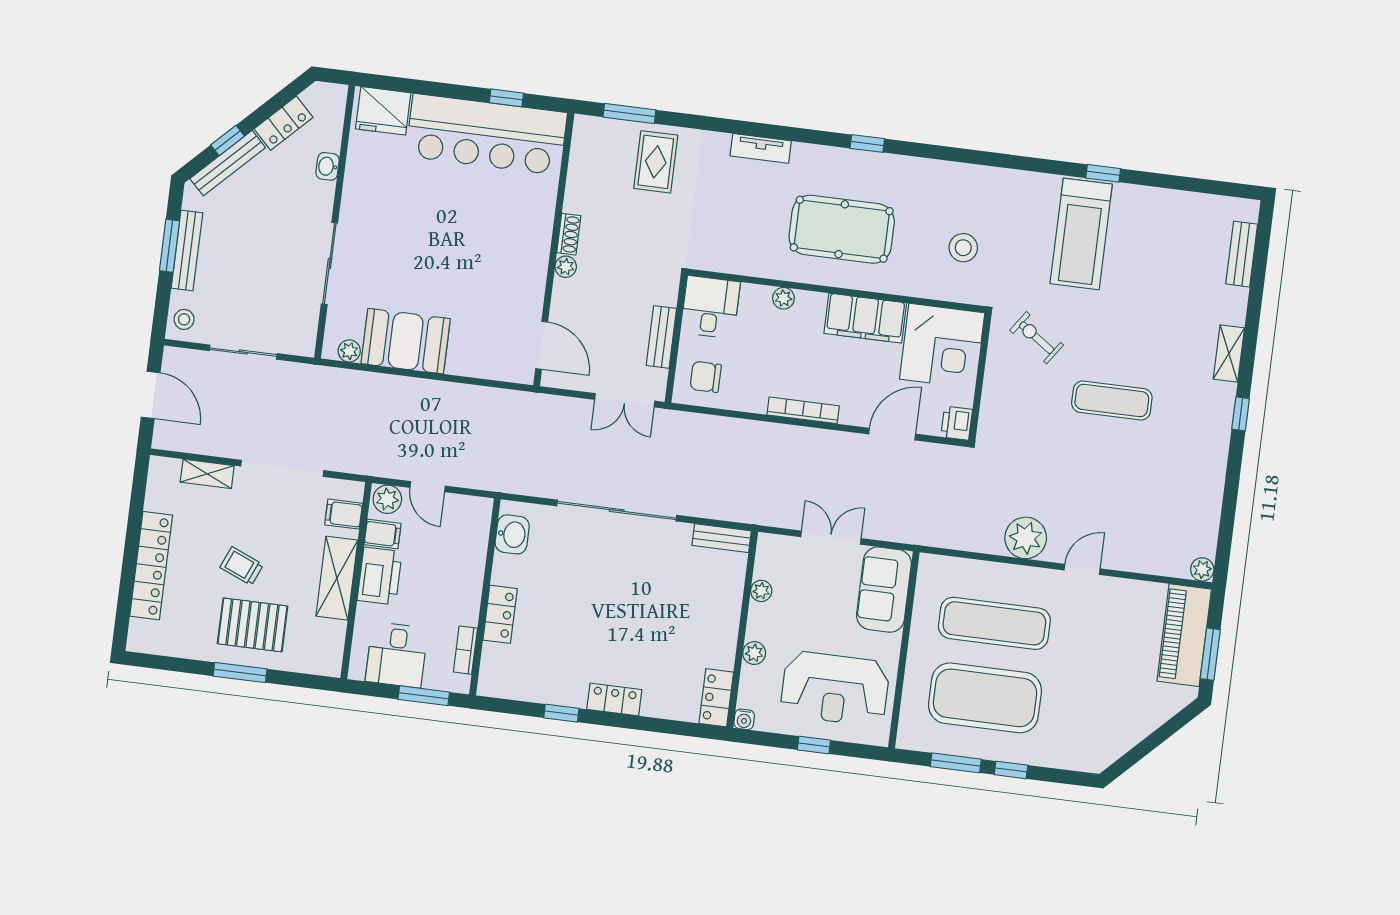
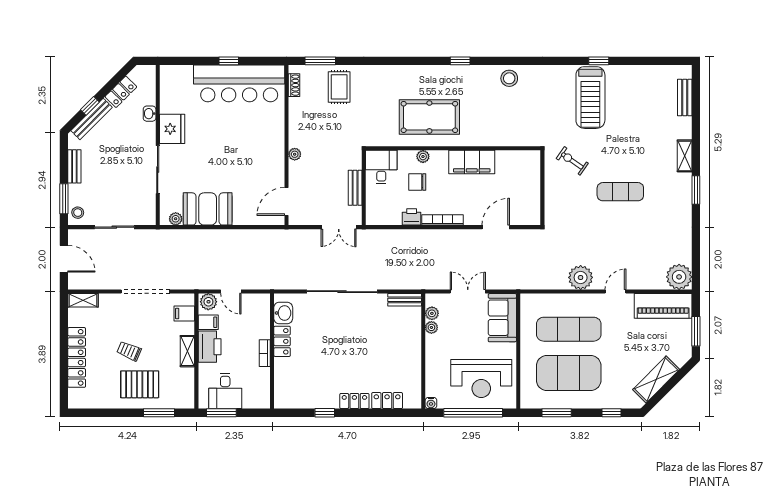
window: (506, 98) -> (229, 61), moved
fridge: (383, 111) -> (172, 129), moved, turned -90
tv unit: (761, 148) -> (399, 71), removed
pool table: (842, 229) -> (429, 117), moved
shoe rack: (569, 234) -> (294, 85), moved
window: (169, 246) -> (64, 199), moved
stool: (963, 248) -> (509, 78), moved
bench: (187, 251) -> (74, 166), width x0.73
door: (542, 345) -> (287, 202), swing flipped
corner desk: (942, 346) -> (518, 173), removed
chair: (706, 377) -> (417, 182), moved
window: (1241, 414) -> (696, 190), width x1.50
printer: (957, 423) -> (412, 217), moved, turned 90
shelving: (207, 474) -> (83, 300), moved
plant: (1202, 569) -> (679, 277), width x1.87, depth x1.87
shelving: (337, 578) -> (187, 351), width x0.67, depth x0.75
locker: (500, 614) -> (282, 341), moved
piano: (1184, 635) -> (663, 306), moved, turned -90
bookcase: (465, 650) -> (265, 353), moved
plant: (754, 653) -> (432, 313), moved
window: (240, 672) -> (159, 413), moved
window: (424, 696) -> (221, 413), moved
locker: (716, 698) -> (387, 401), moved, turned 90
shelving: (1132, 728) -> (656, 379), added
window: (814, 745) -> (473, 413), width x3.17
window: (1011, 770) -> (612, 413), moved

